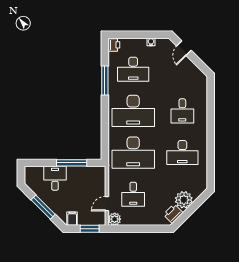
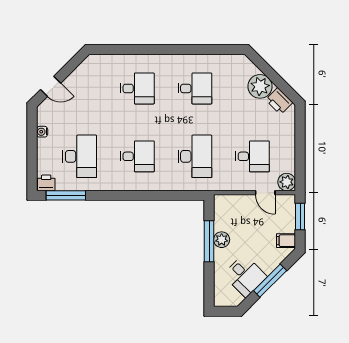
window: (105, 81) -> (66, 195), moved
desk: (133, 111) -> (137, 156), width x0.53, depth x0.77
desk: (133, 153) -> (195, 156), width x0.73, depth x0.77
desk: (182, 153) -> (195, 88), width x0.73
plant: (73, 172) -> (222, 240), added
desk: (55, 178) -> (245, 276), moved, turned -135

